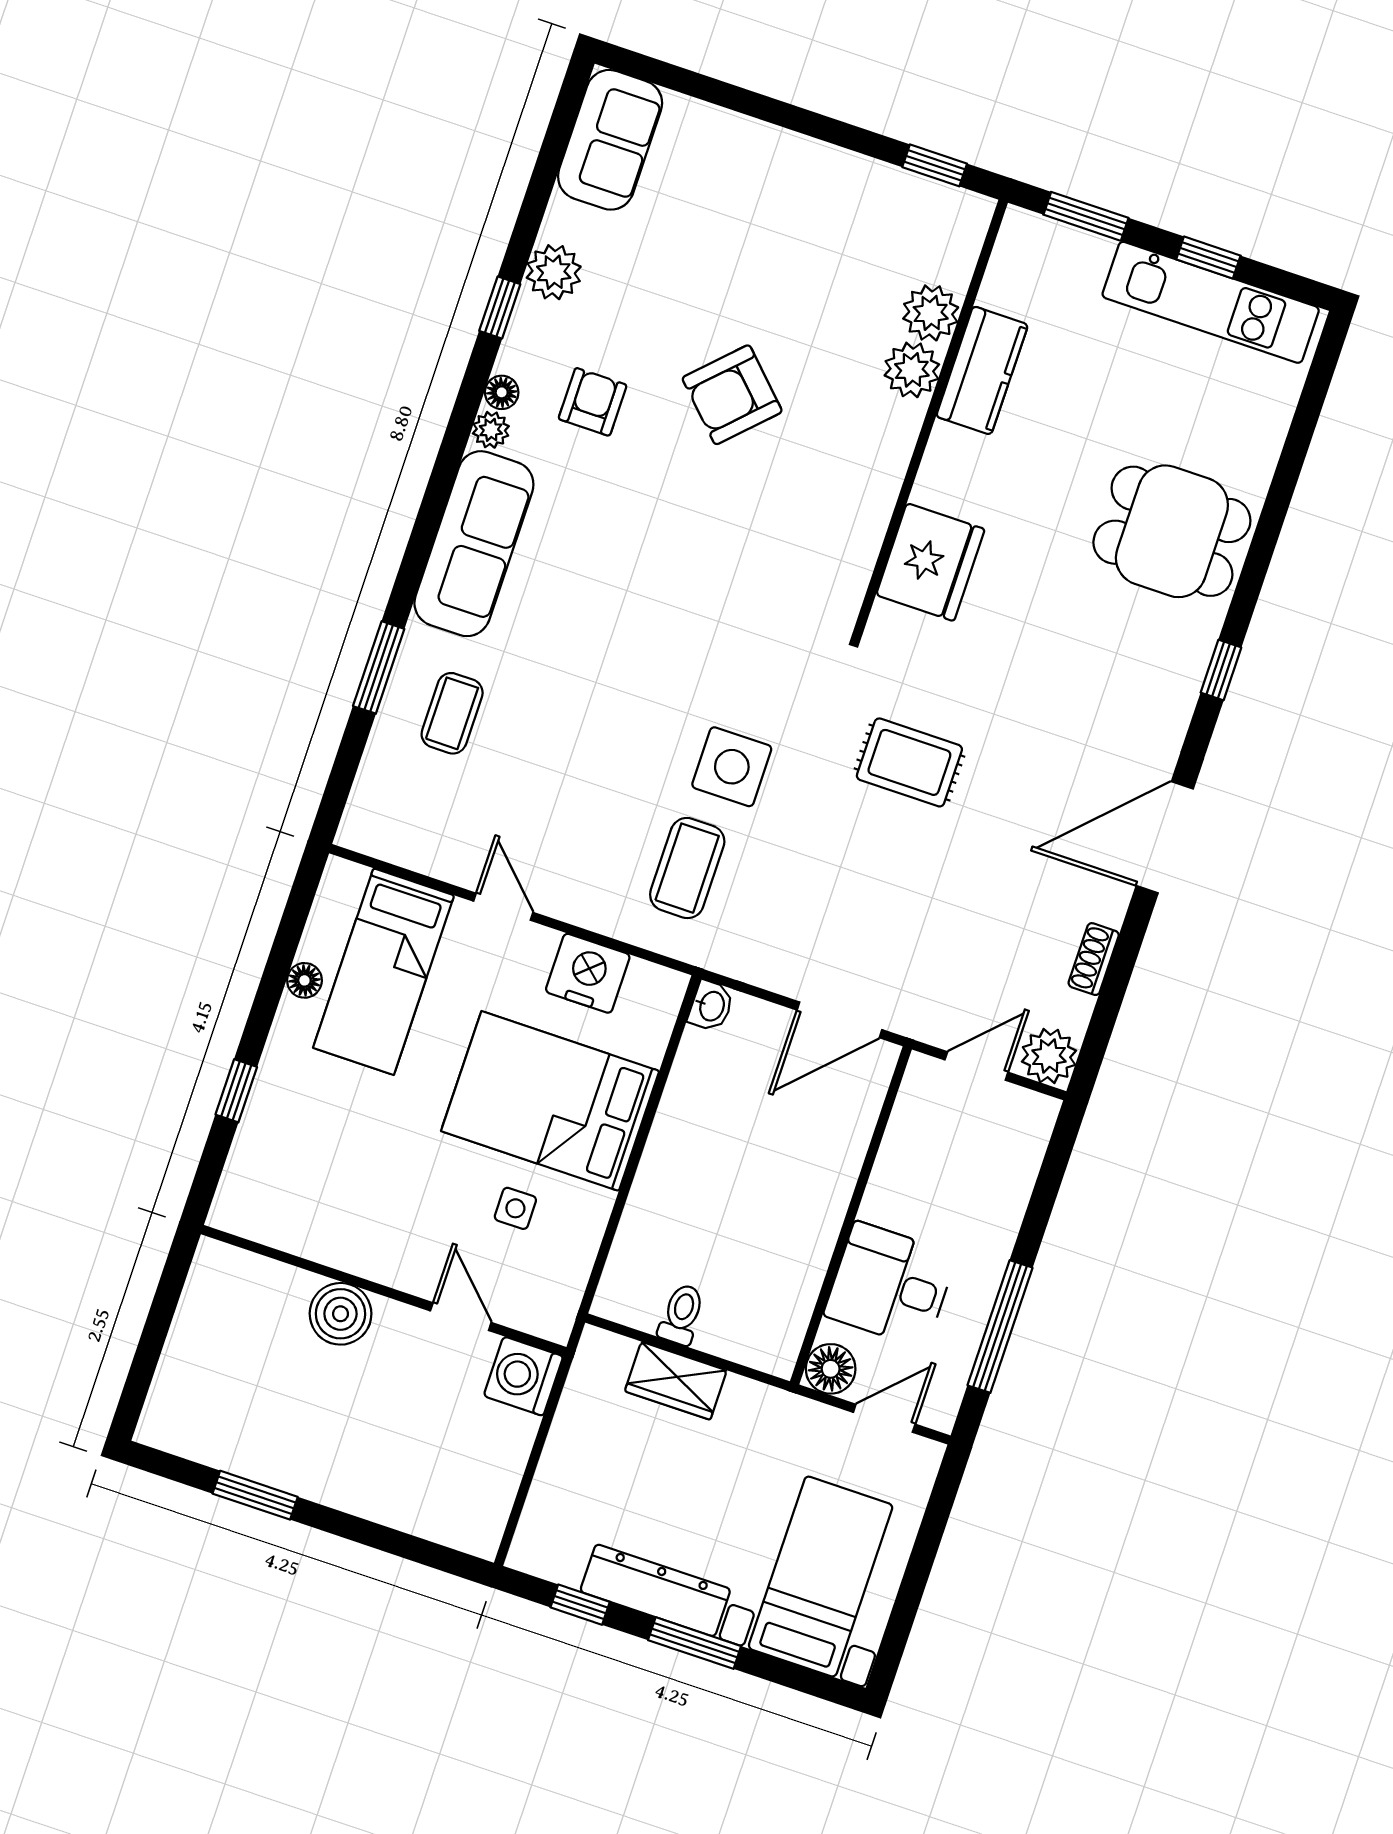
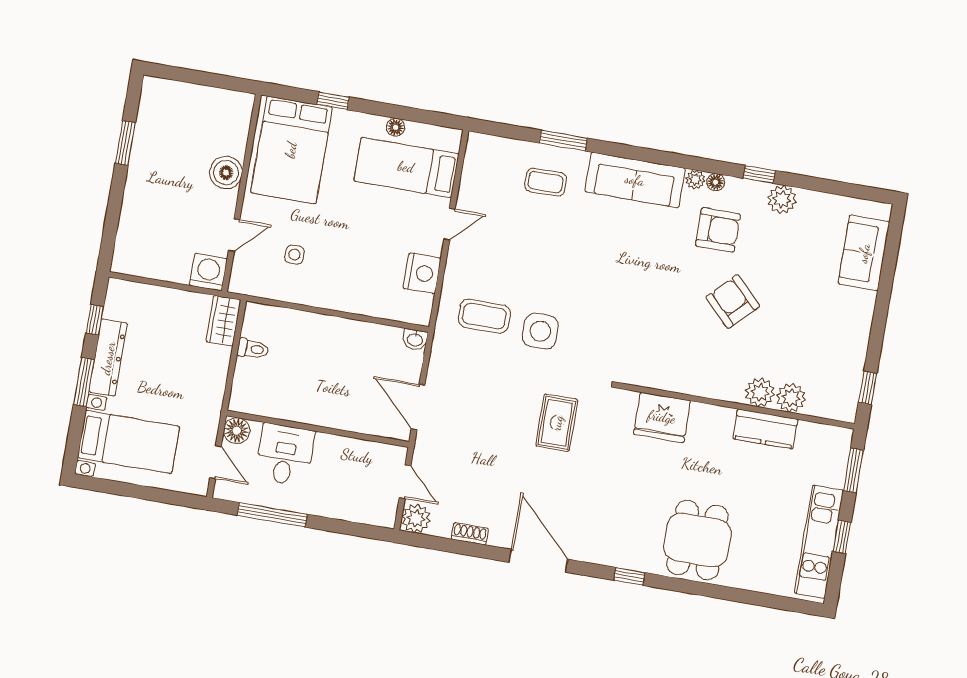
sofa: (610, 140) -> (864, 253), moved, turned 90
armchair: (593, 402) -> (718, 230), width x1.38, depth x1.38
bed: (550, 1101) -> (291, 150), moved, turned 180
wardrobe: (676, 1381) -> (223, 321), moved

